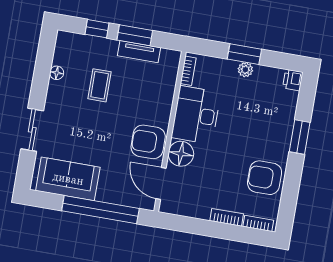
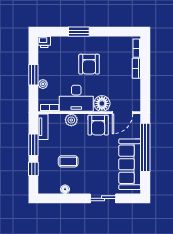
tv unit: (139, 52) -> (43, 127), moved
plant: (245, 70) -> (43, 84), moved
plant: (163, 101) -> (71, 120), added
armchair: (265, 178) -> (89, 64), moved
sofa: (68, 179) -> (130, 164), width x1.36

